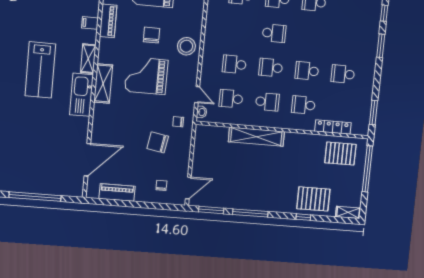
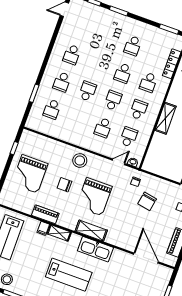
shelving: (88, 59) -> (59, 233), moved
school desk: (271, 68) -> (113, 100), turned 180
school desk: (231, 99) -> (129, 137), turned 180
shelving: (256, 137) -> (166, 118), width x0.68

